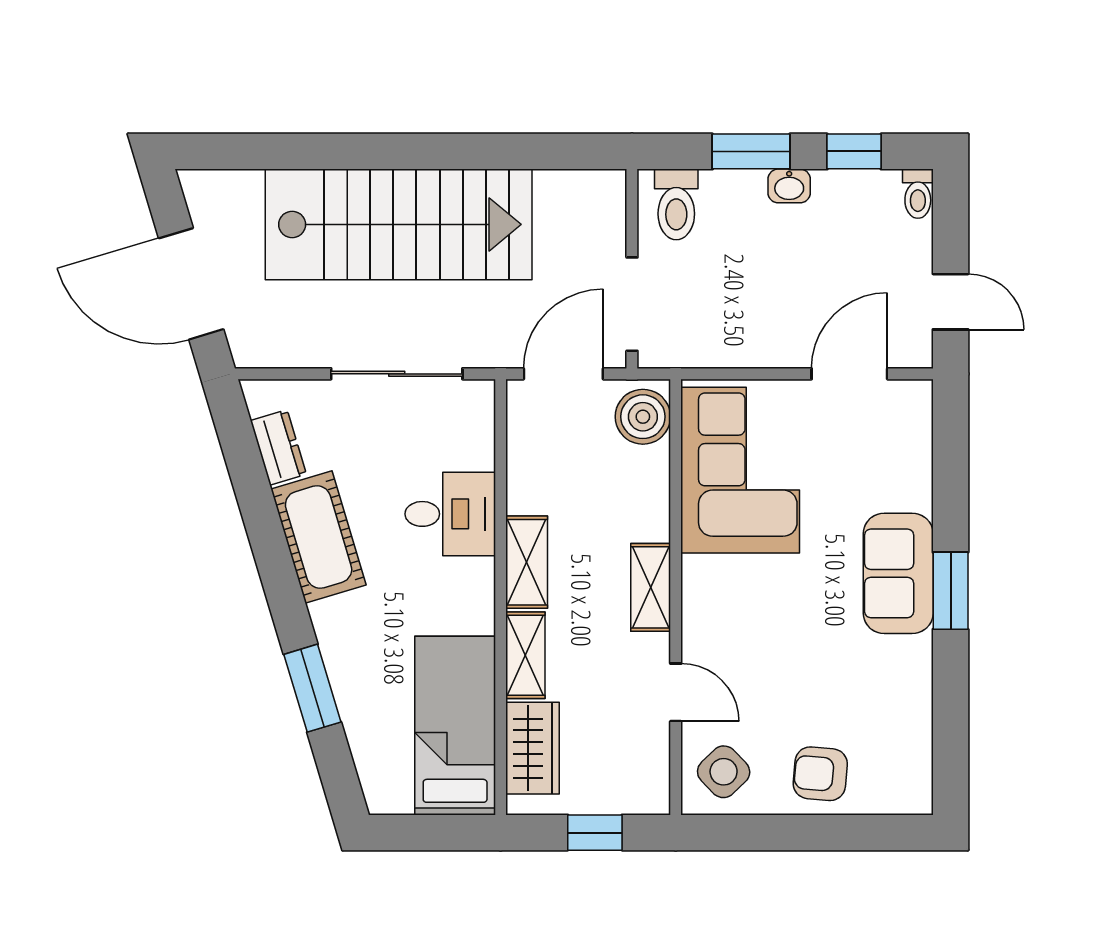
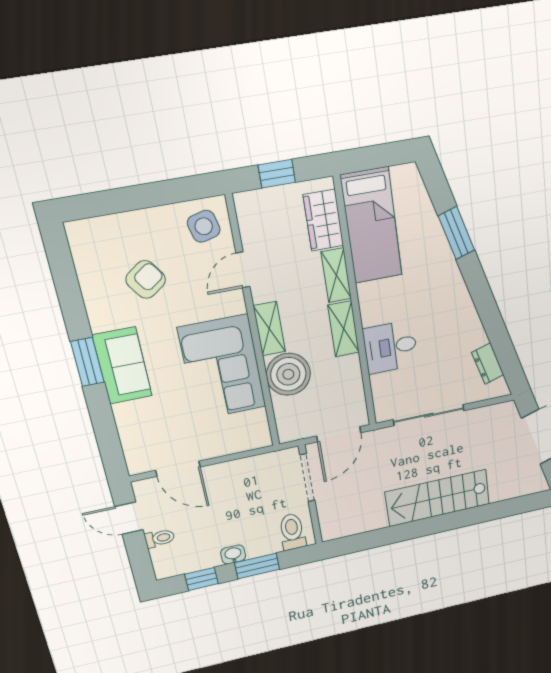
toilet: (918, 194) -> (160, 538), moved, turned 90
stairs: (399, 224) -> (438, 498), width x0.73, depth x0.66
door: (849, 374) -> (178, 469), hinge flipped
boiler: (643, 417) -> (288, 374), moved, width x1.37, depth x1.37
corner sofa: (740, 470) -> (222, 368), moved
cot: (319, 537) -> (462, 320), removed
door: (676, 692) -> (243, 270), hinge flipped
side table: (724, 772) -> (204, 226), turned 30
armchair: (820, 774) -> (146, 280), moved, turned -40

